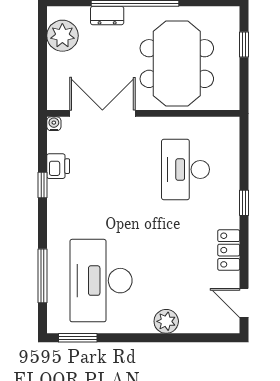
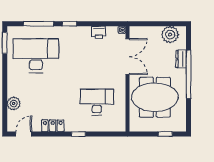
window: (42, 185) -> (69, 24), moved
plant: (166, 321) -> (14, 104), moved

